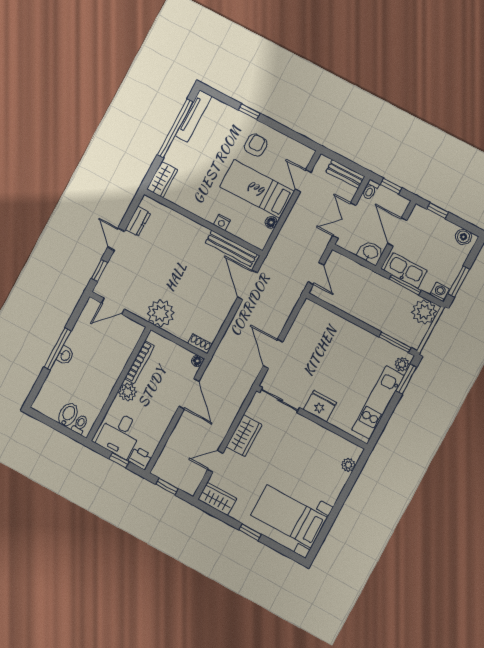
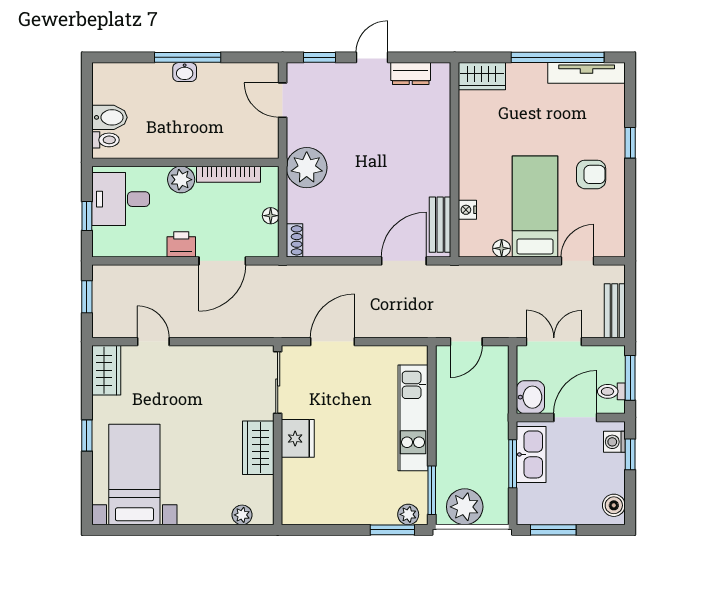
window: (391, 186) -> (630, 378), width x1.50
toilet: (370, 190) -> (611, 391), moved
nightstand: (222, 222) -> (467, 210), moved
bench: (231, 248) -> (440, 225), width x0.73
washing machine: (440, 292) -> (614, 442), moved, turned 180
plant: (424, 312) -> (465, 507), moved
floor lamp: (197, 361) -> (271, 216), moved
kitchen unit: (378, 402) -> (413, 418), moved, turned -90
wardrobe: (244, 436) -> (258, 448), moved, turned 90
printer: (140, 458) -> (181, 244), moved, turned -90

